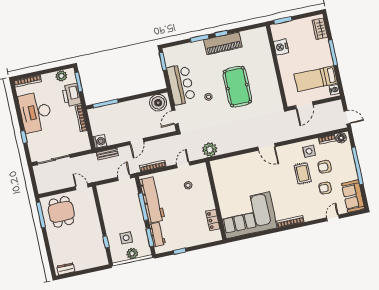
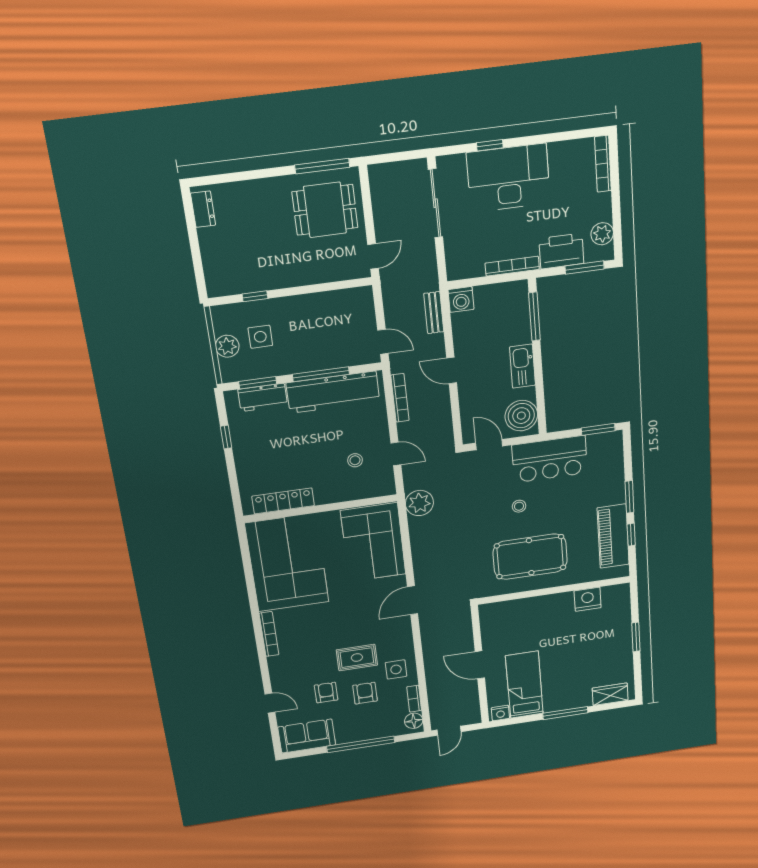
nightstand: (281, 47) -> (588, 599), moved
wall: (277, 66) -> (554, 590), moved
kitchen sink: (132, 106) -> (522, 366), added
desk: (35, 112) -> (508, 178), moved
corner sofa: (234, 171) -> (373, 542), added
locker: (213, 220) -> (283, 501), width x1.53

